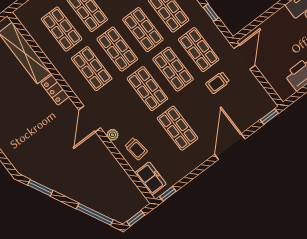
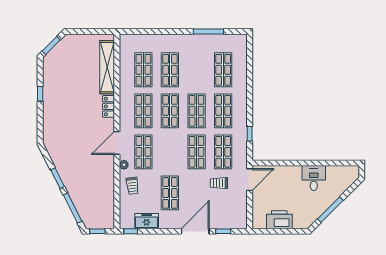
shop shelf: (147, 89) -> (143, 152), moved
window: (269, 117) -> (223, 231), moved
freezer: (150, 178) -> (147, 221), moved, turned -90
window: (40, 188) -> (58, 178), moved

